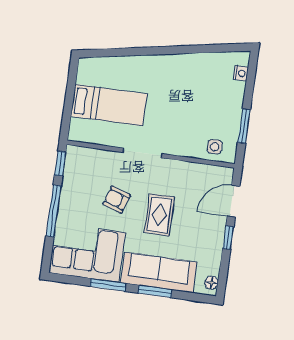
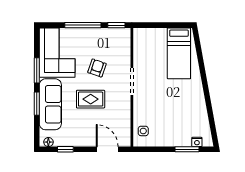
bed: (109, 105) -> (179, 53), moved
window: (244, 126) -> (187, 149), moved
window: (228, 238) -> (65, 149), moved

